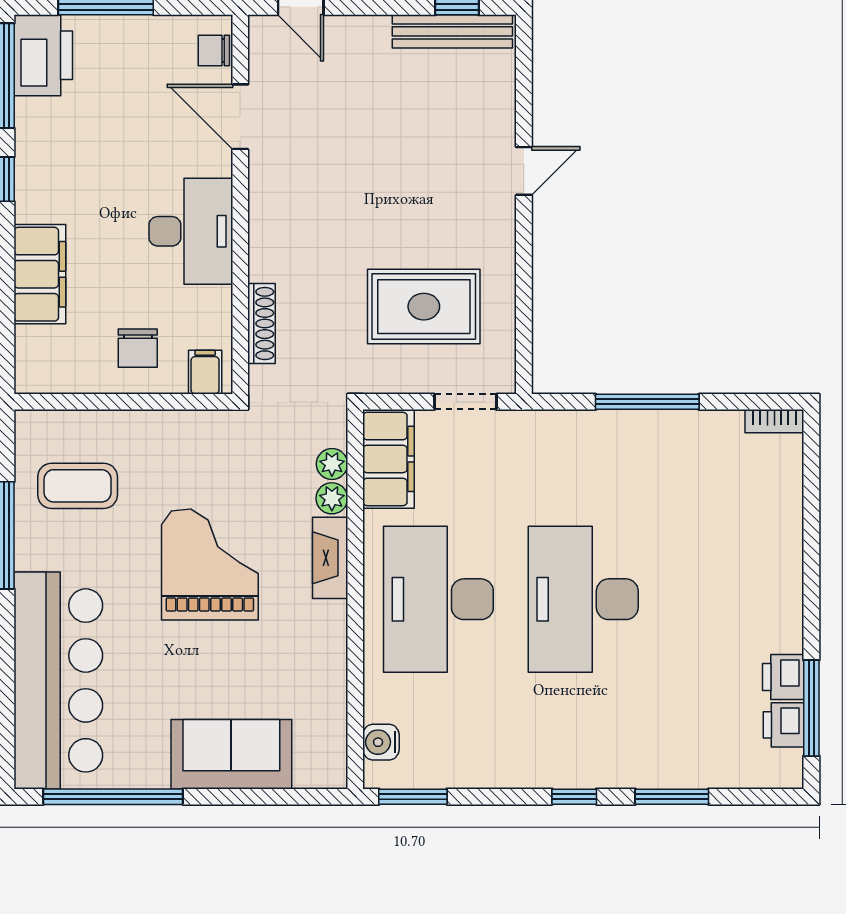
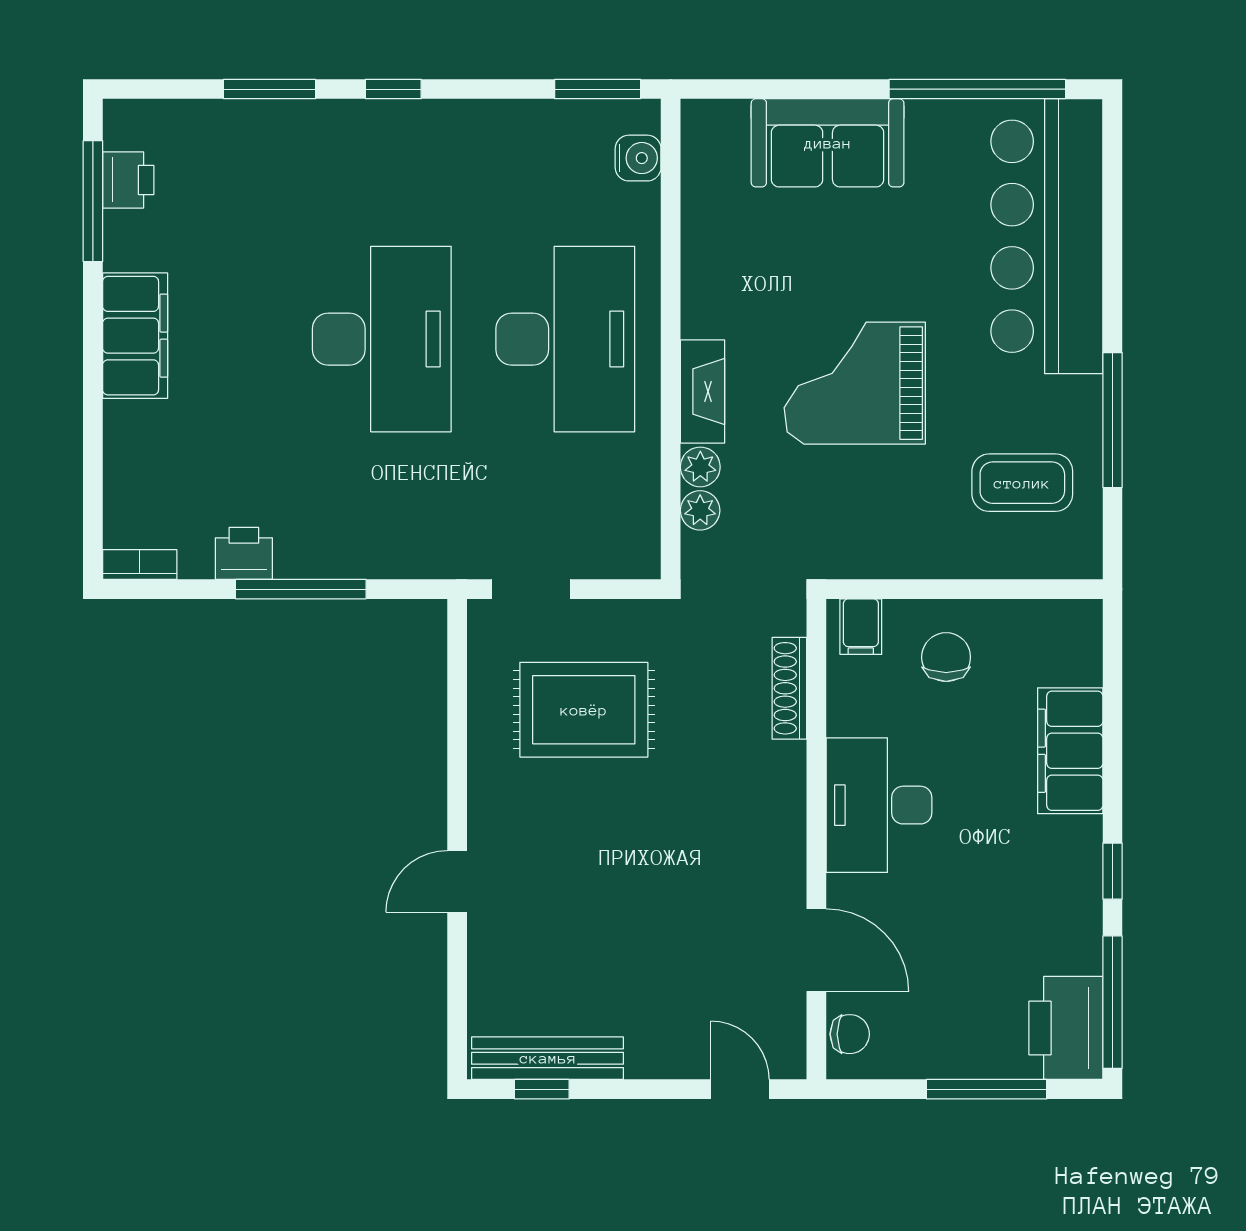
filing cabinet: (389, 459) -> (135, 336), moved, turned 180
grand piano: (210, 564) -> (855, 383), turned 90
printer: (783, 677) -> (244, 553), moved, turned -90

